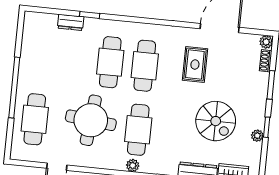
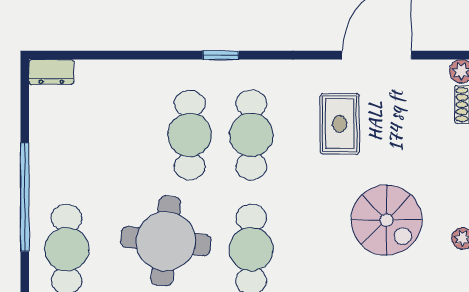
window: (90, 15) -> (221, 55), moved
dresser: (71, 22) -> (51, 72), moved

